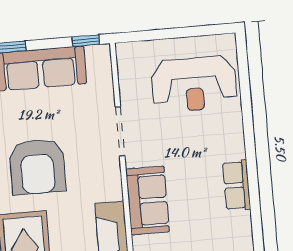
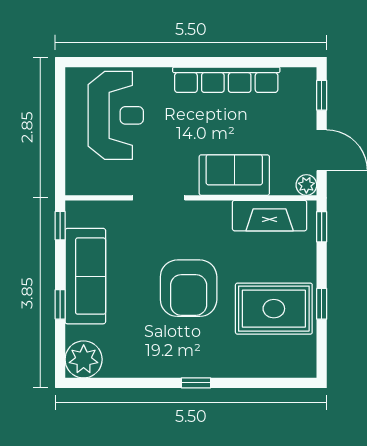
armchair: (37, 167) -> (189, 288), turned 90
row of seats: (237, 185) -> (226, 80), width x2.02

